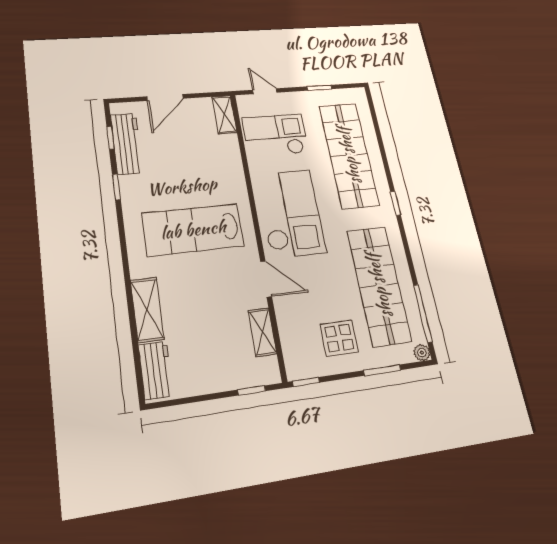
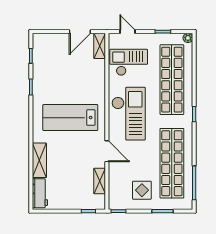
door: (165, 98) -> (80, 32), moved
workbench: (127, 144) -> (40, 60), removed
plant: (422, 353) -> (188, 38), moved

